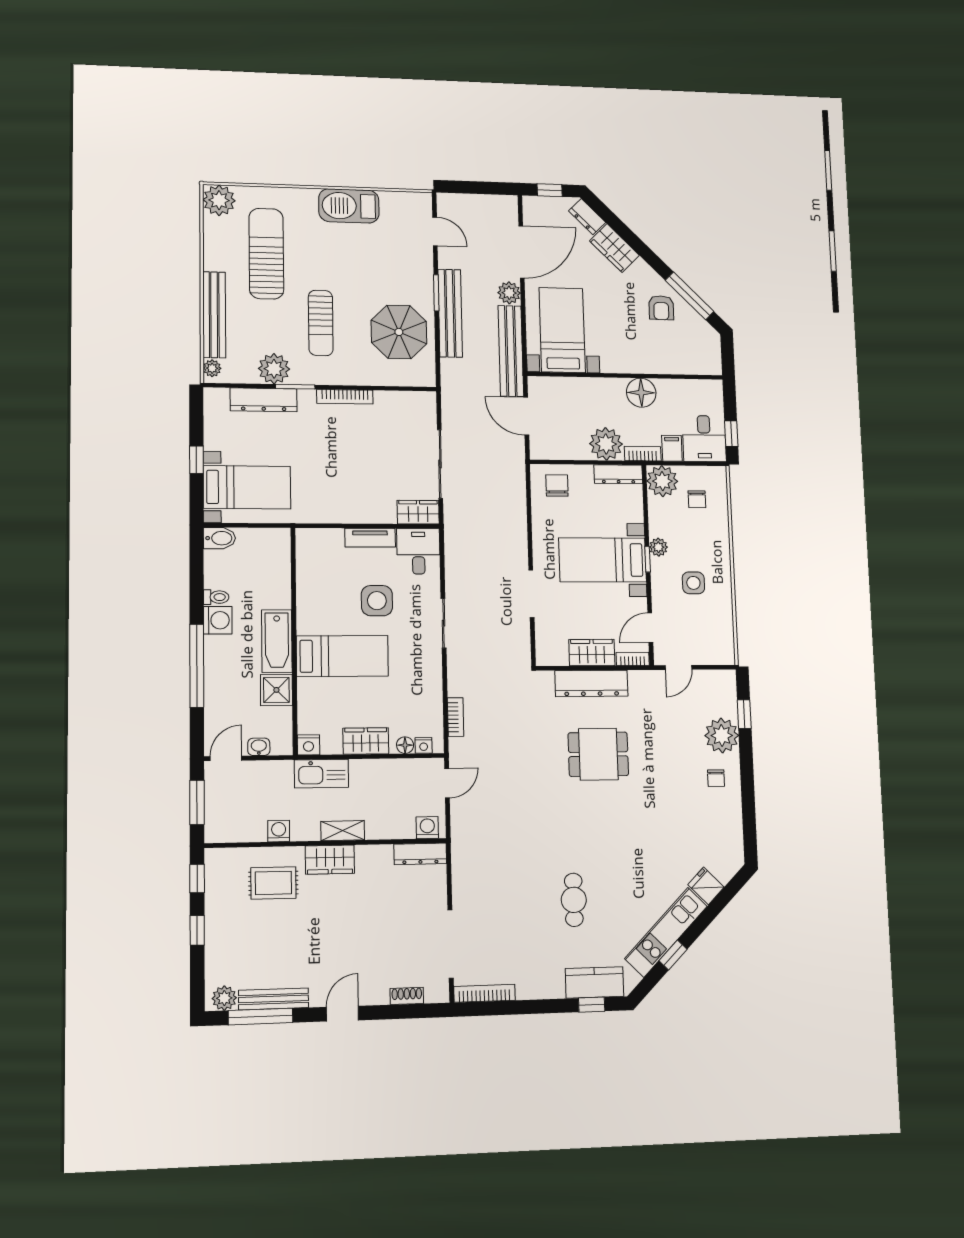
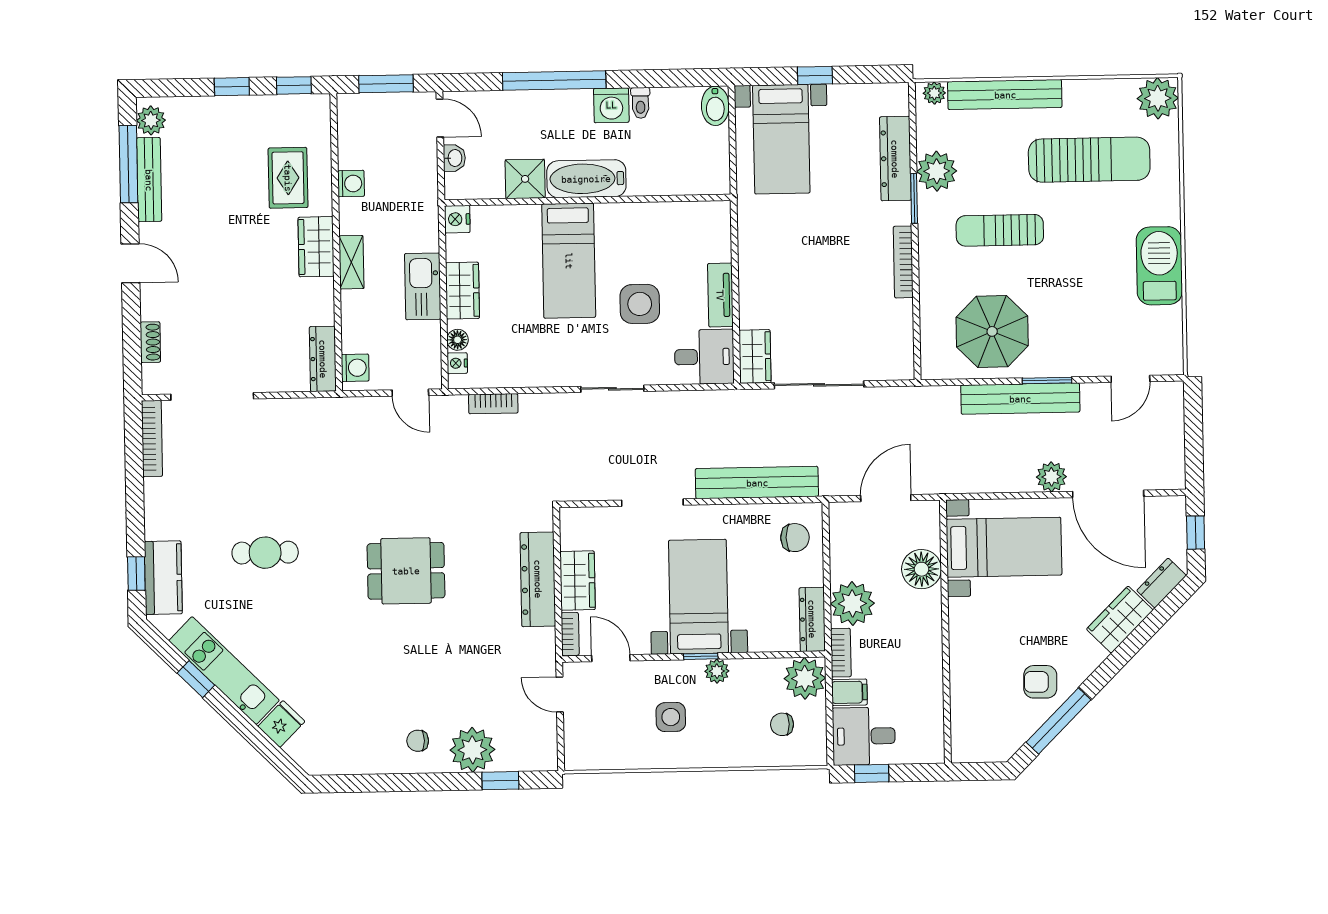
bench: (511, 351) -> (757, 483), moved
floor lamp: (641, 393) -> (921, 569), moved
dining table: (598, 754) -> (406, 571), moved, turned 90
kitchen sink: (321, 774) -> (423, 286), moved

